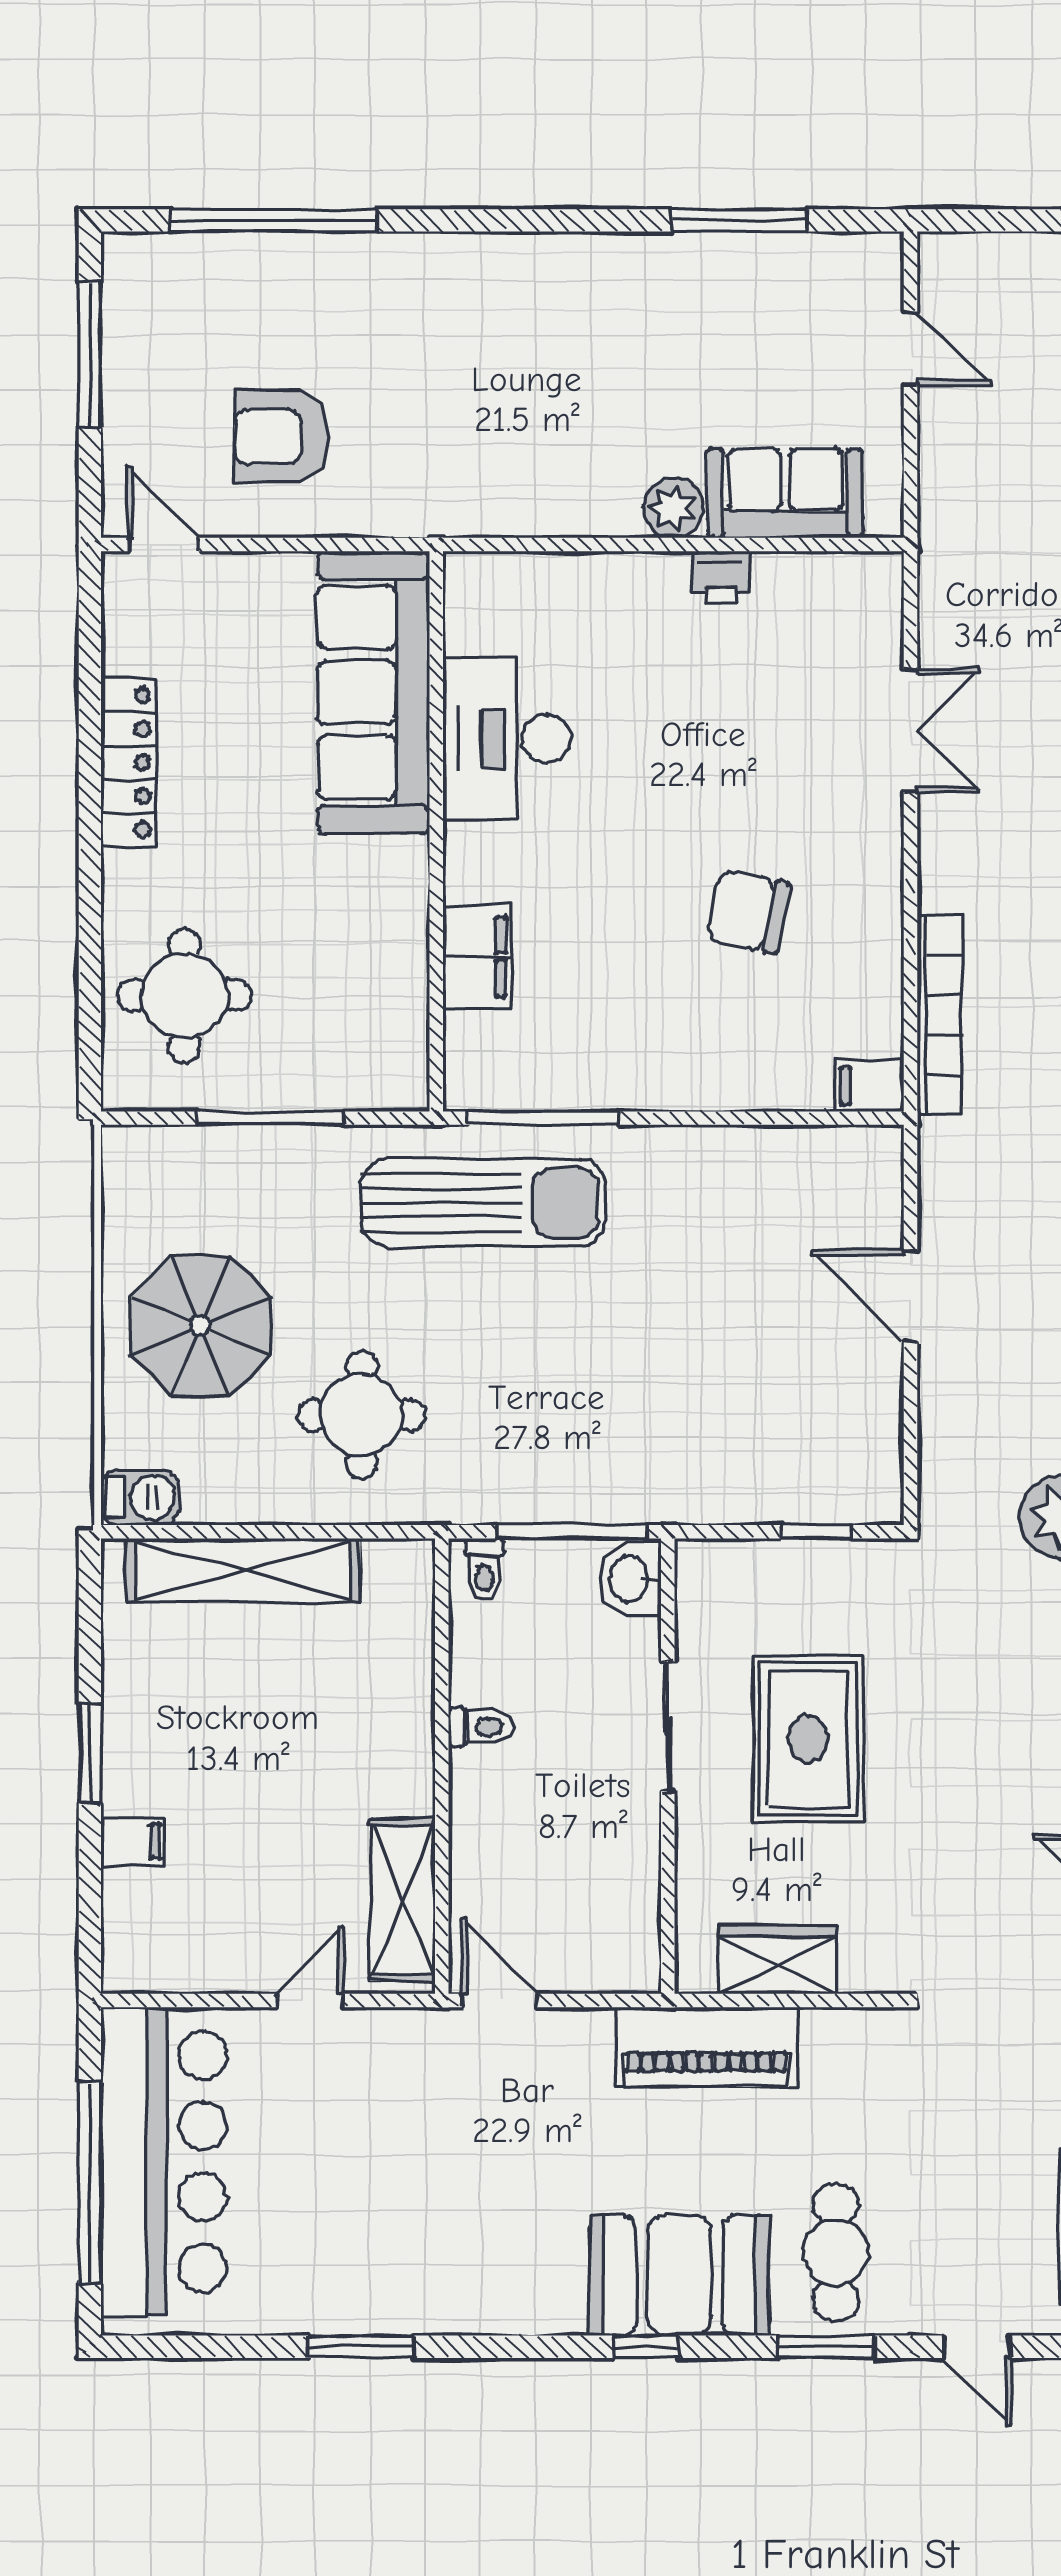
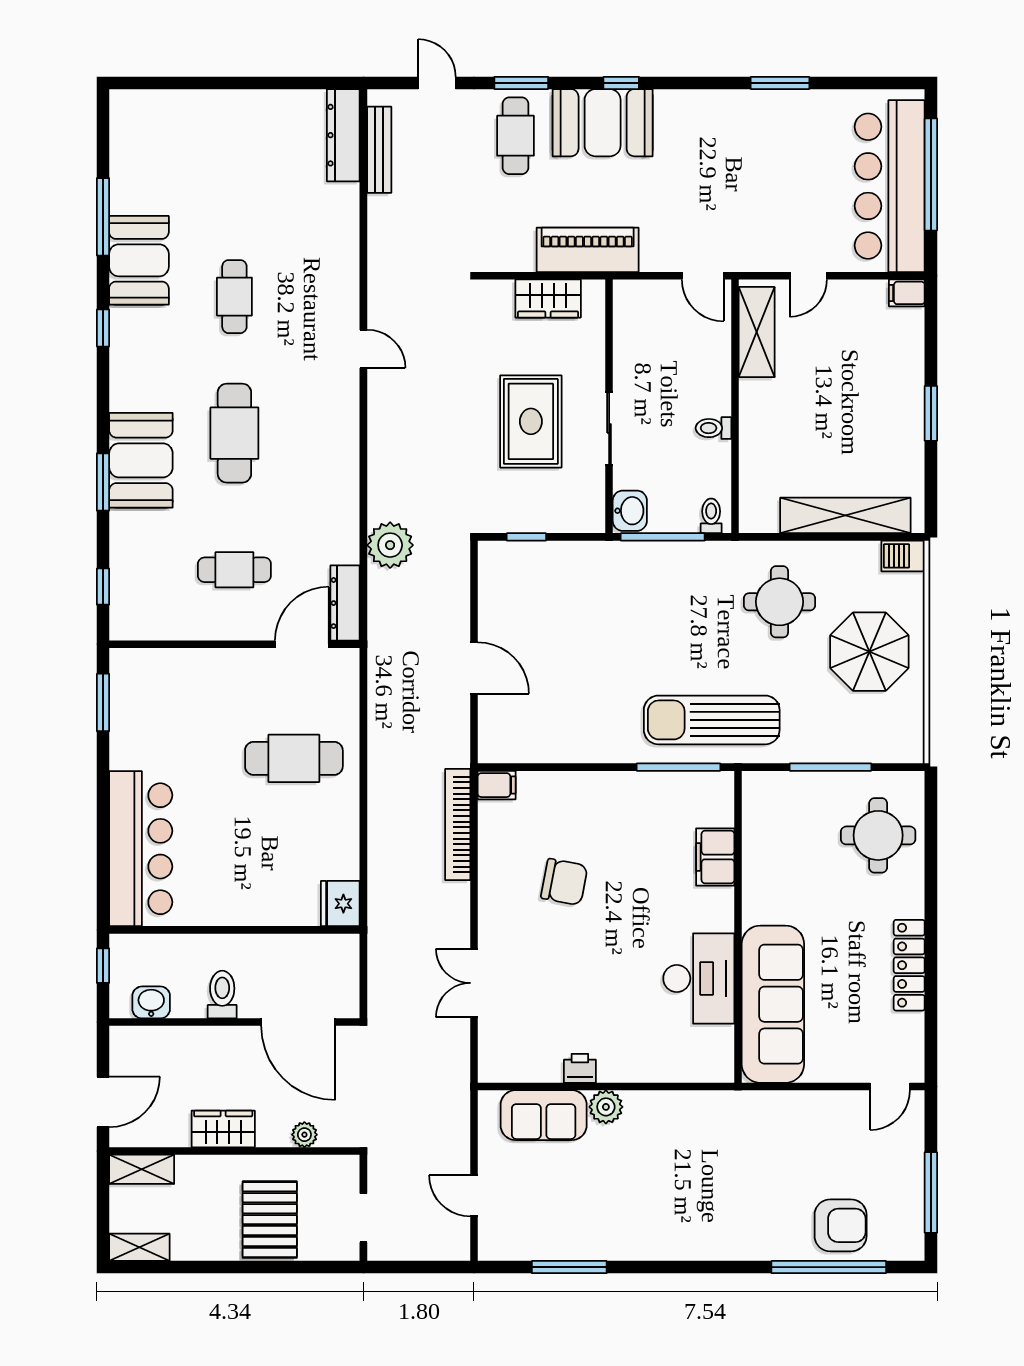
armchair: (281, 437) -> (841, 1225), moved
door: (163, 545) -> (890, 1086), hinge flipped
filing cabinet: (133, 1841) -> (907, 293), moved

